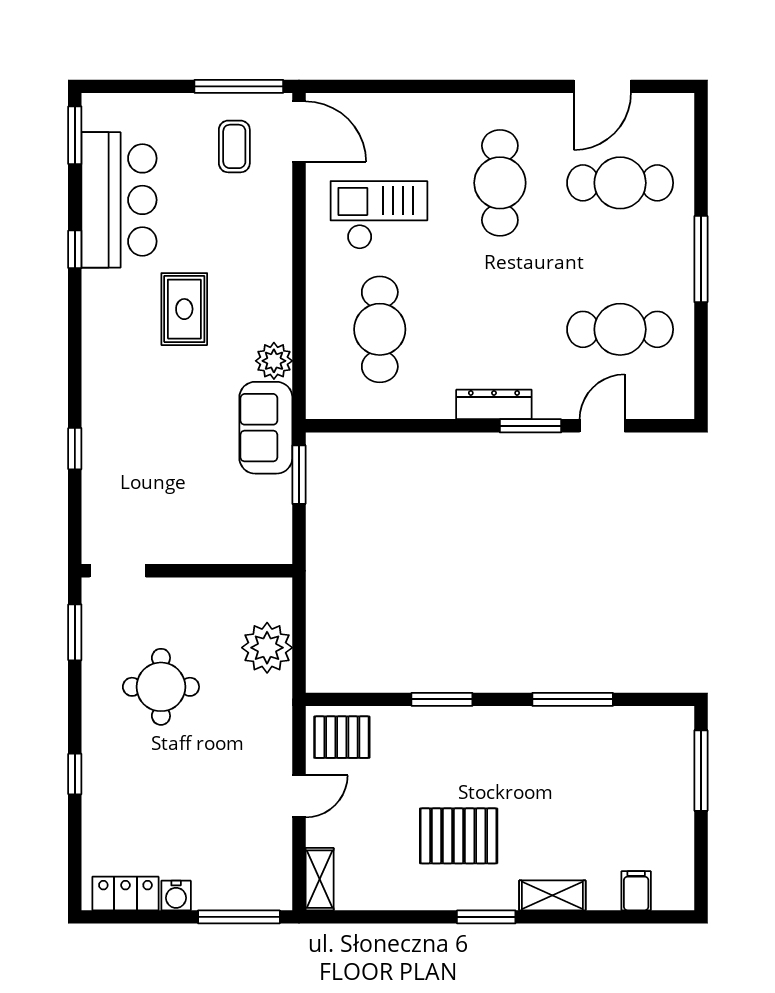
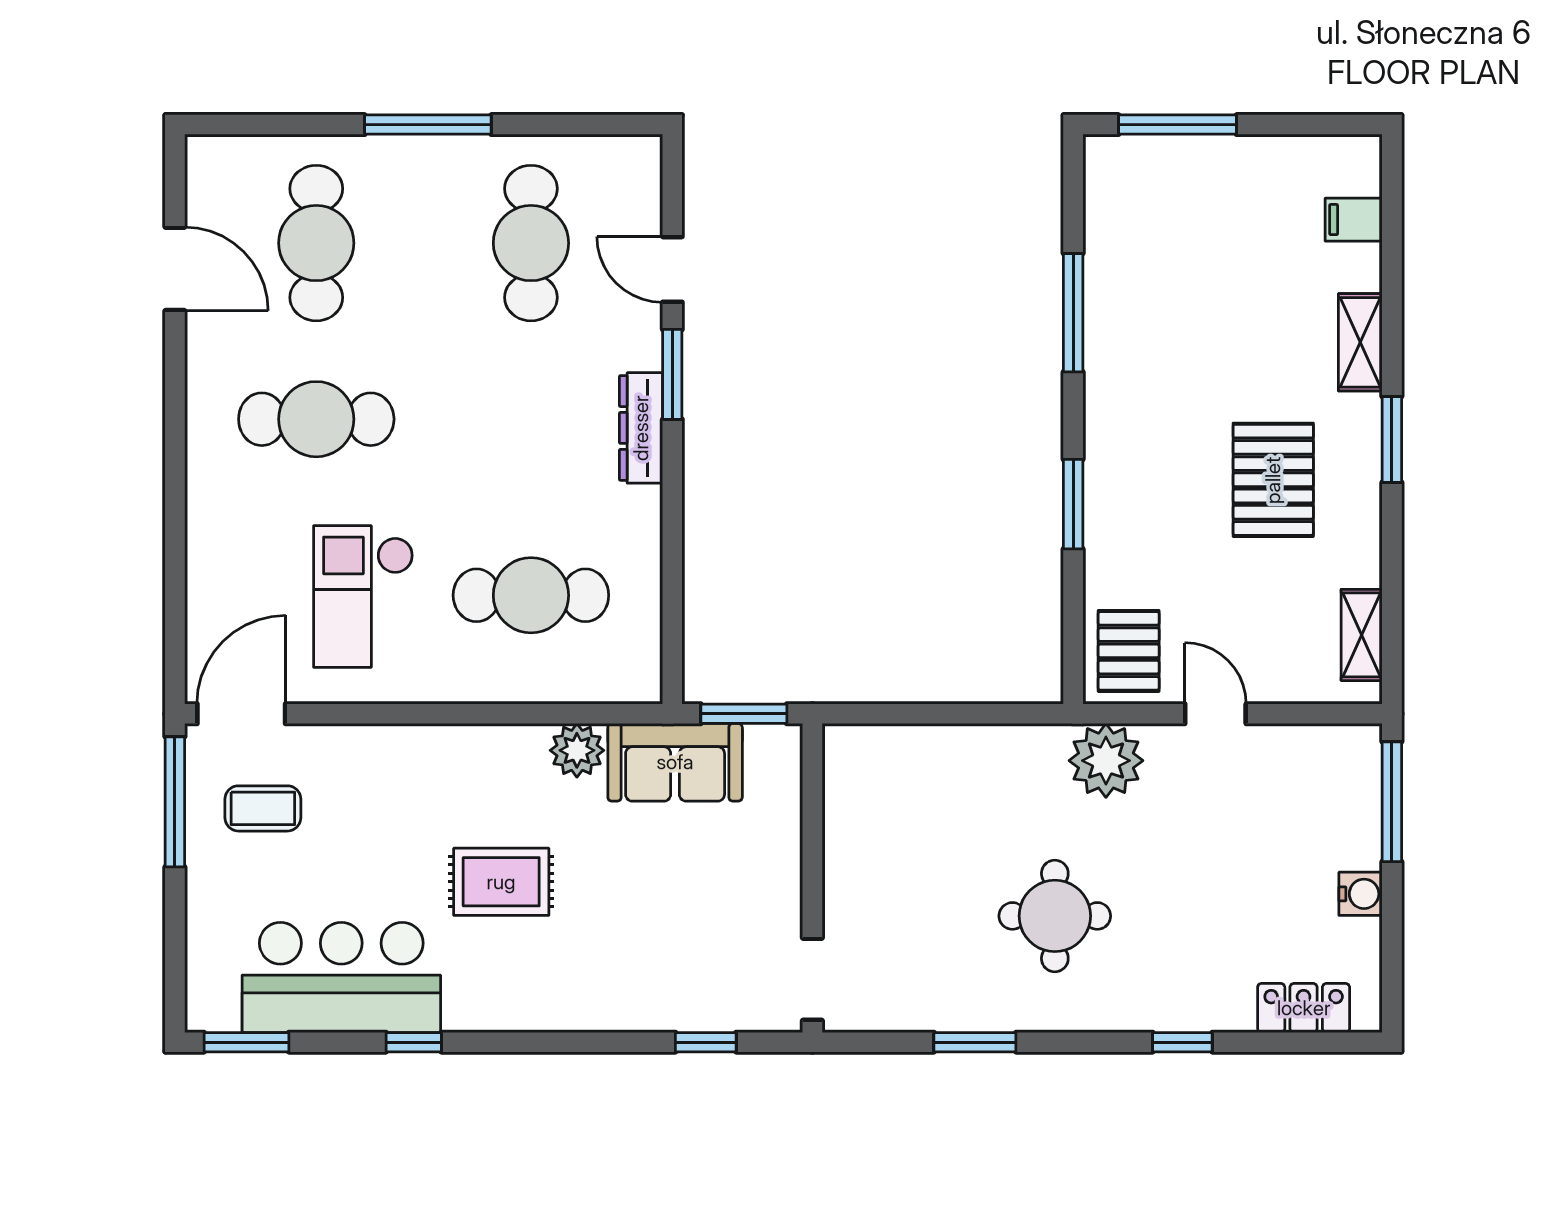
doorway: (118, 571) -> (812, 979), moved
wall: (187, 571) -> (812, 878), moved
plant: (267, 648) -> (1106, 761), moved
shelving: (320, 879) -> (1362, 635), moved, turned 90
locker: (125, 894) -> (1304, 1008), moved, turned 90

